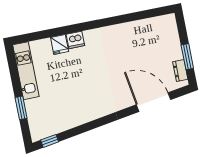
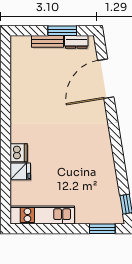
bench: (176, 46) -> (48, 41), added
window: (21, 108) -> (102, 229), moved

